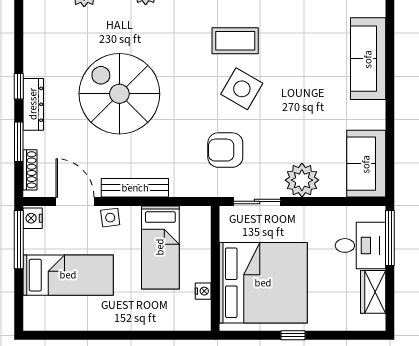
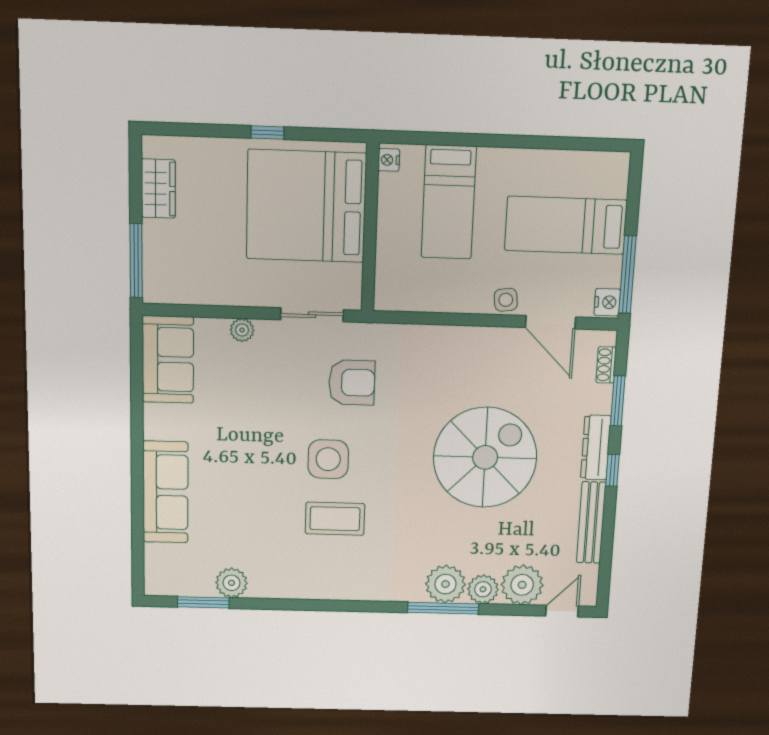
side table: (242, 89) -> (328, 459), turned -30
spiral stairs: (119, 94) -> (485, 457), turned -90
shoe rack: (30, 170) -> (606, 365), width x0.70
plant: (302, 180) -> (242, 330), width x0.53, depth x0.53
bench: (135, 188) -> (591, 523), moved, turned 90
desk: (360, 245) -> (175, 252), removed
bed: (160, 247) -> (449, 202), moved, turned 180
nightstand: (203, 291) -> (389, 160), moved

